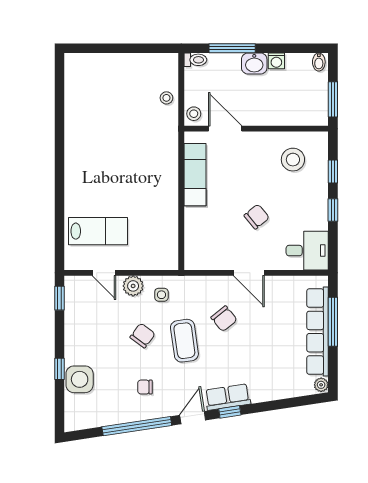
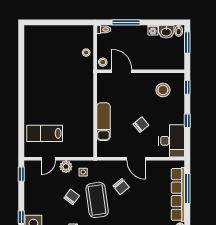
washbasin: (254, 64) -> (166, 32), moved
window: (333, 99) -> (187, 42), moved
window: (333, 172) -> (187, 87), moved
exam couch: (195, 175) -> (103, 122), moved
lab bench: (98, 231) -> (45, 133), turned 180
desk: (307, 251) -> (172, 141), width x1.37
door: (104, 273) -> (48, 159), hinge flipped
coffee table: (184, 341) -> (97, 200), width x1.36, depth x1.32

